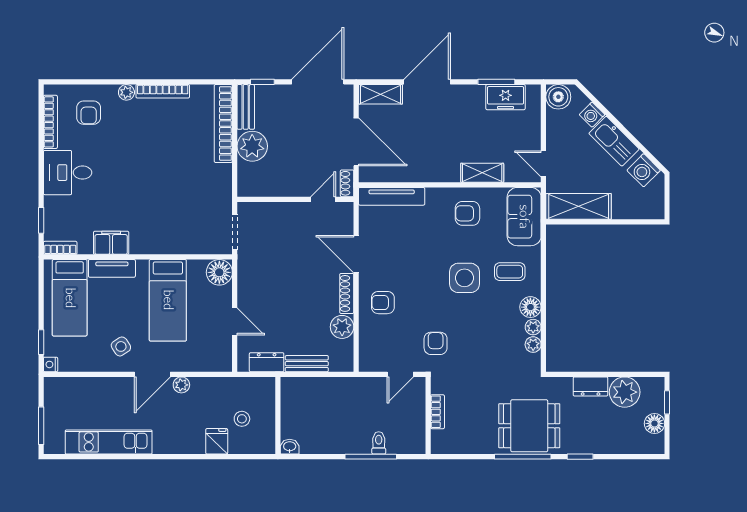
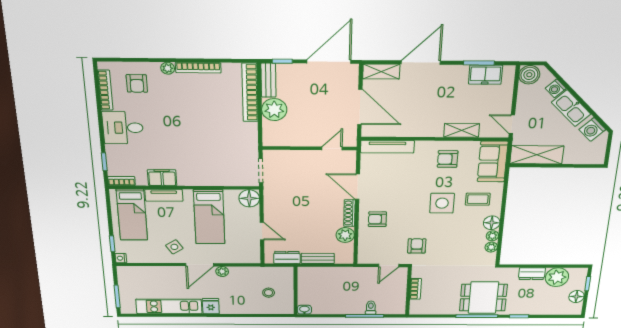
shoe rack: (347, 183) -> (352, 137), removed
fridge: (217, 441) -> (211, 306), moved

